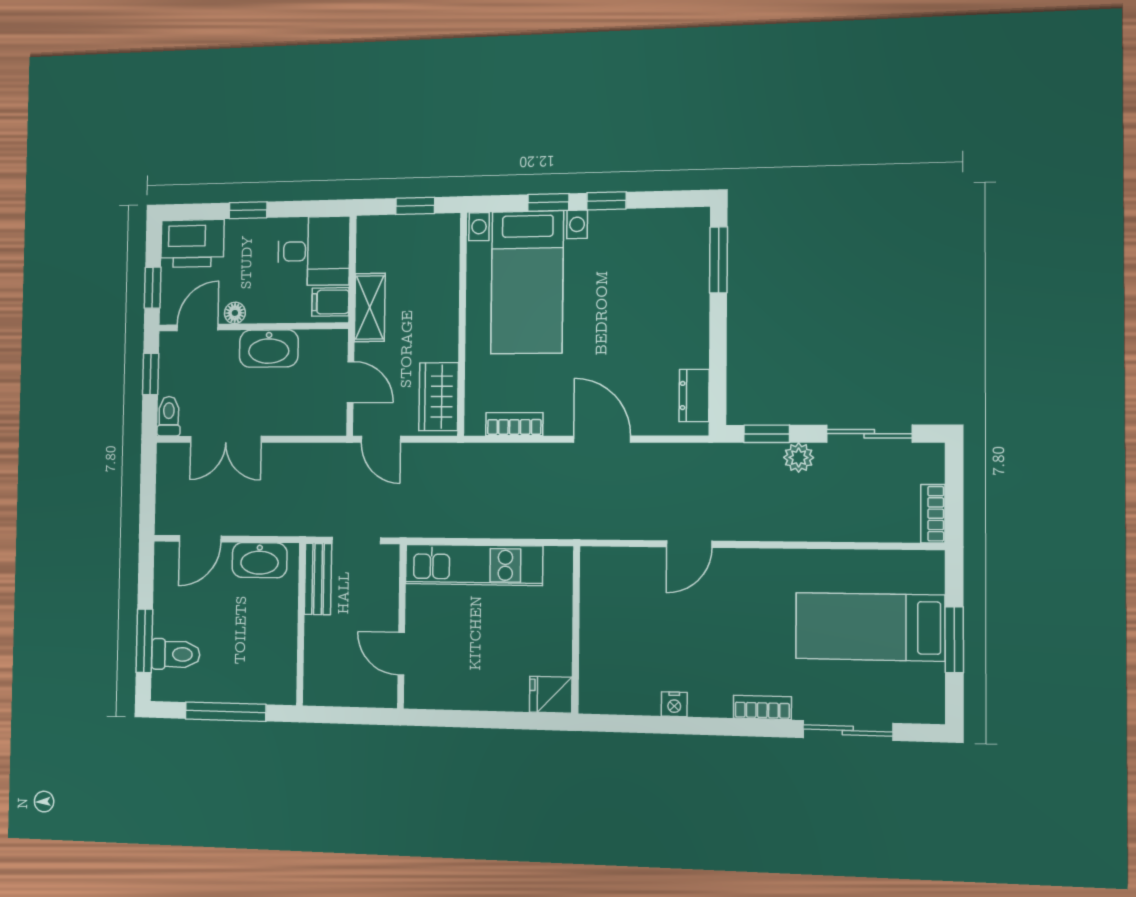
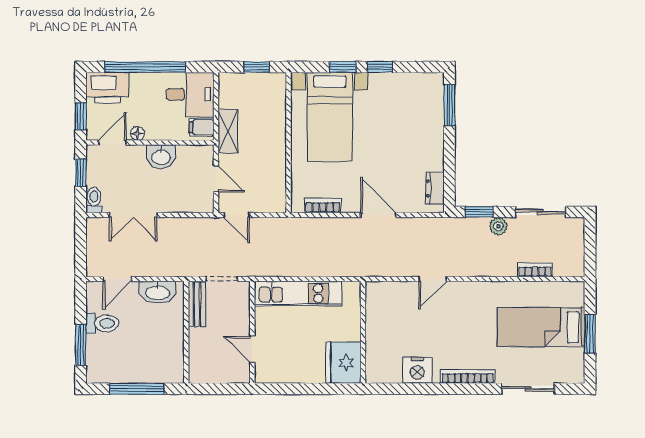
window: (248, 210) -> (145, 67), width x3.17
washbasin: (269, 348) -> (161, 157), width x0.72
wardrobe: (439, 397) -> (274, 188), removed
bookcase: (933, 514) -> (535, 270), moved, turned 90
toilet: (176, 654) -> (102, 323), moved
fridge: (551, 695) -> (343, 363), width x1.88, depth x1.34
nightstand: (674, 704) -> (417, 370), width x1.89, depth x1.79
bookcase: (762, 707) -> (468, 377), width x1.56

